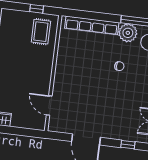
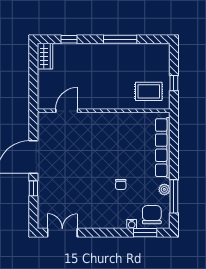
plant: (128, 33) -> (164, 189), width x0.53, depth x0.53
window: (128, 145) -> (33, 188), moved

